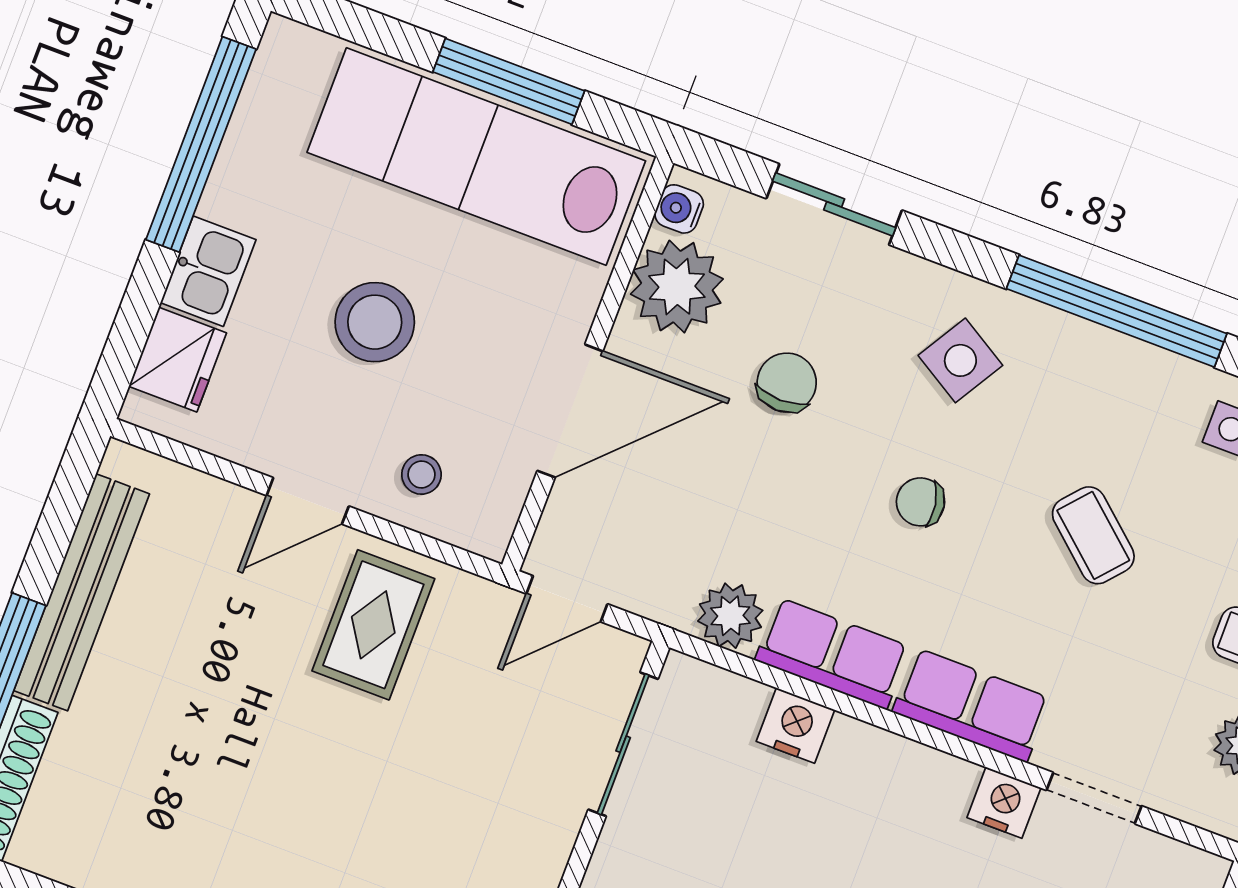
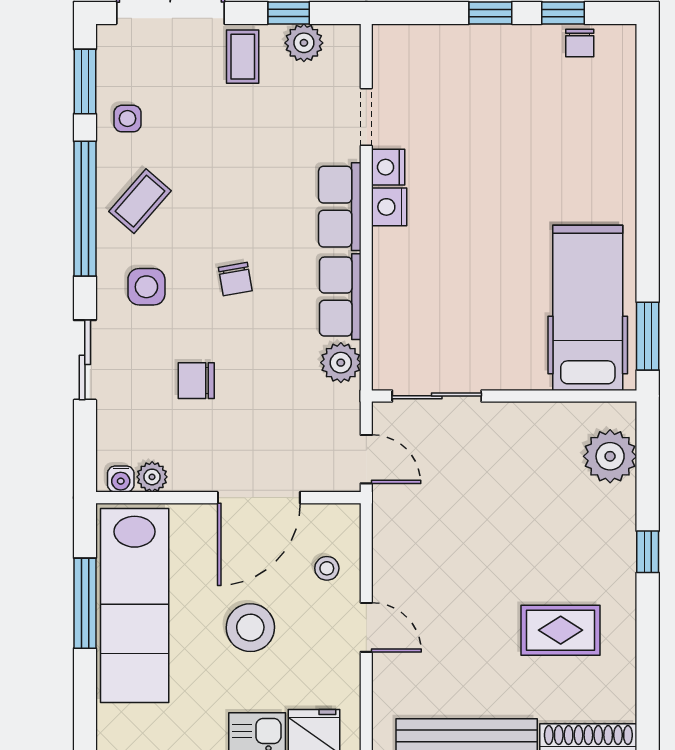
sliding door: (834, 204) -> (85, 360), moved
plant: (677, 287) -> (152, 477), width x0.53, depth x0.53
side table: (960, 360) -> (146, 287), turned -31
door: (570, 411) -> (259, 498), swing flipped
coffee table: (1093, 535) -> (140, 201), moved
rug: (373, 625) -> (561, 630), moved
nightstand: (795, 726) -> (389, 207), moved

